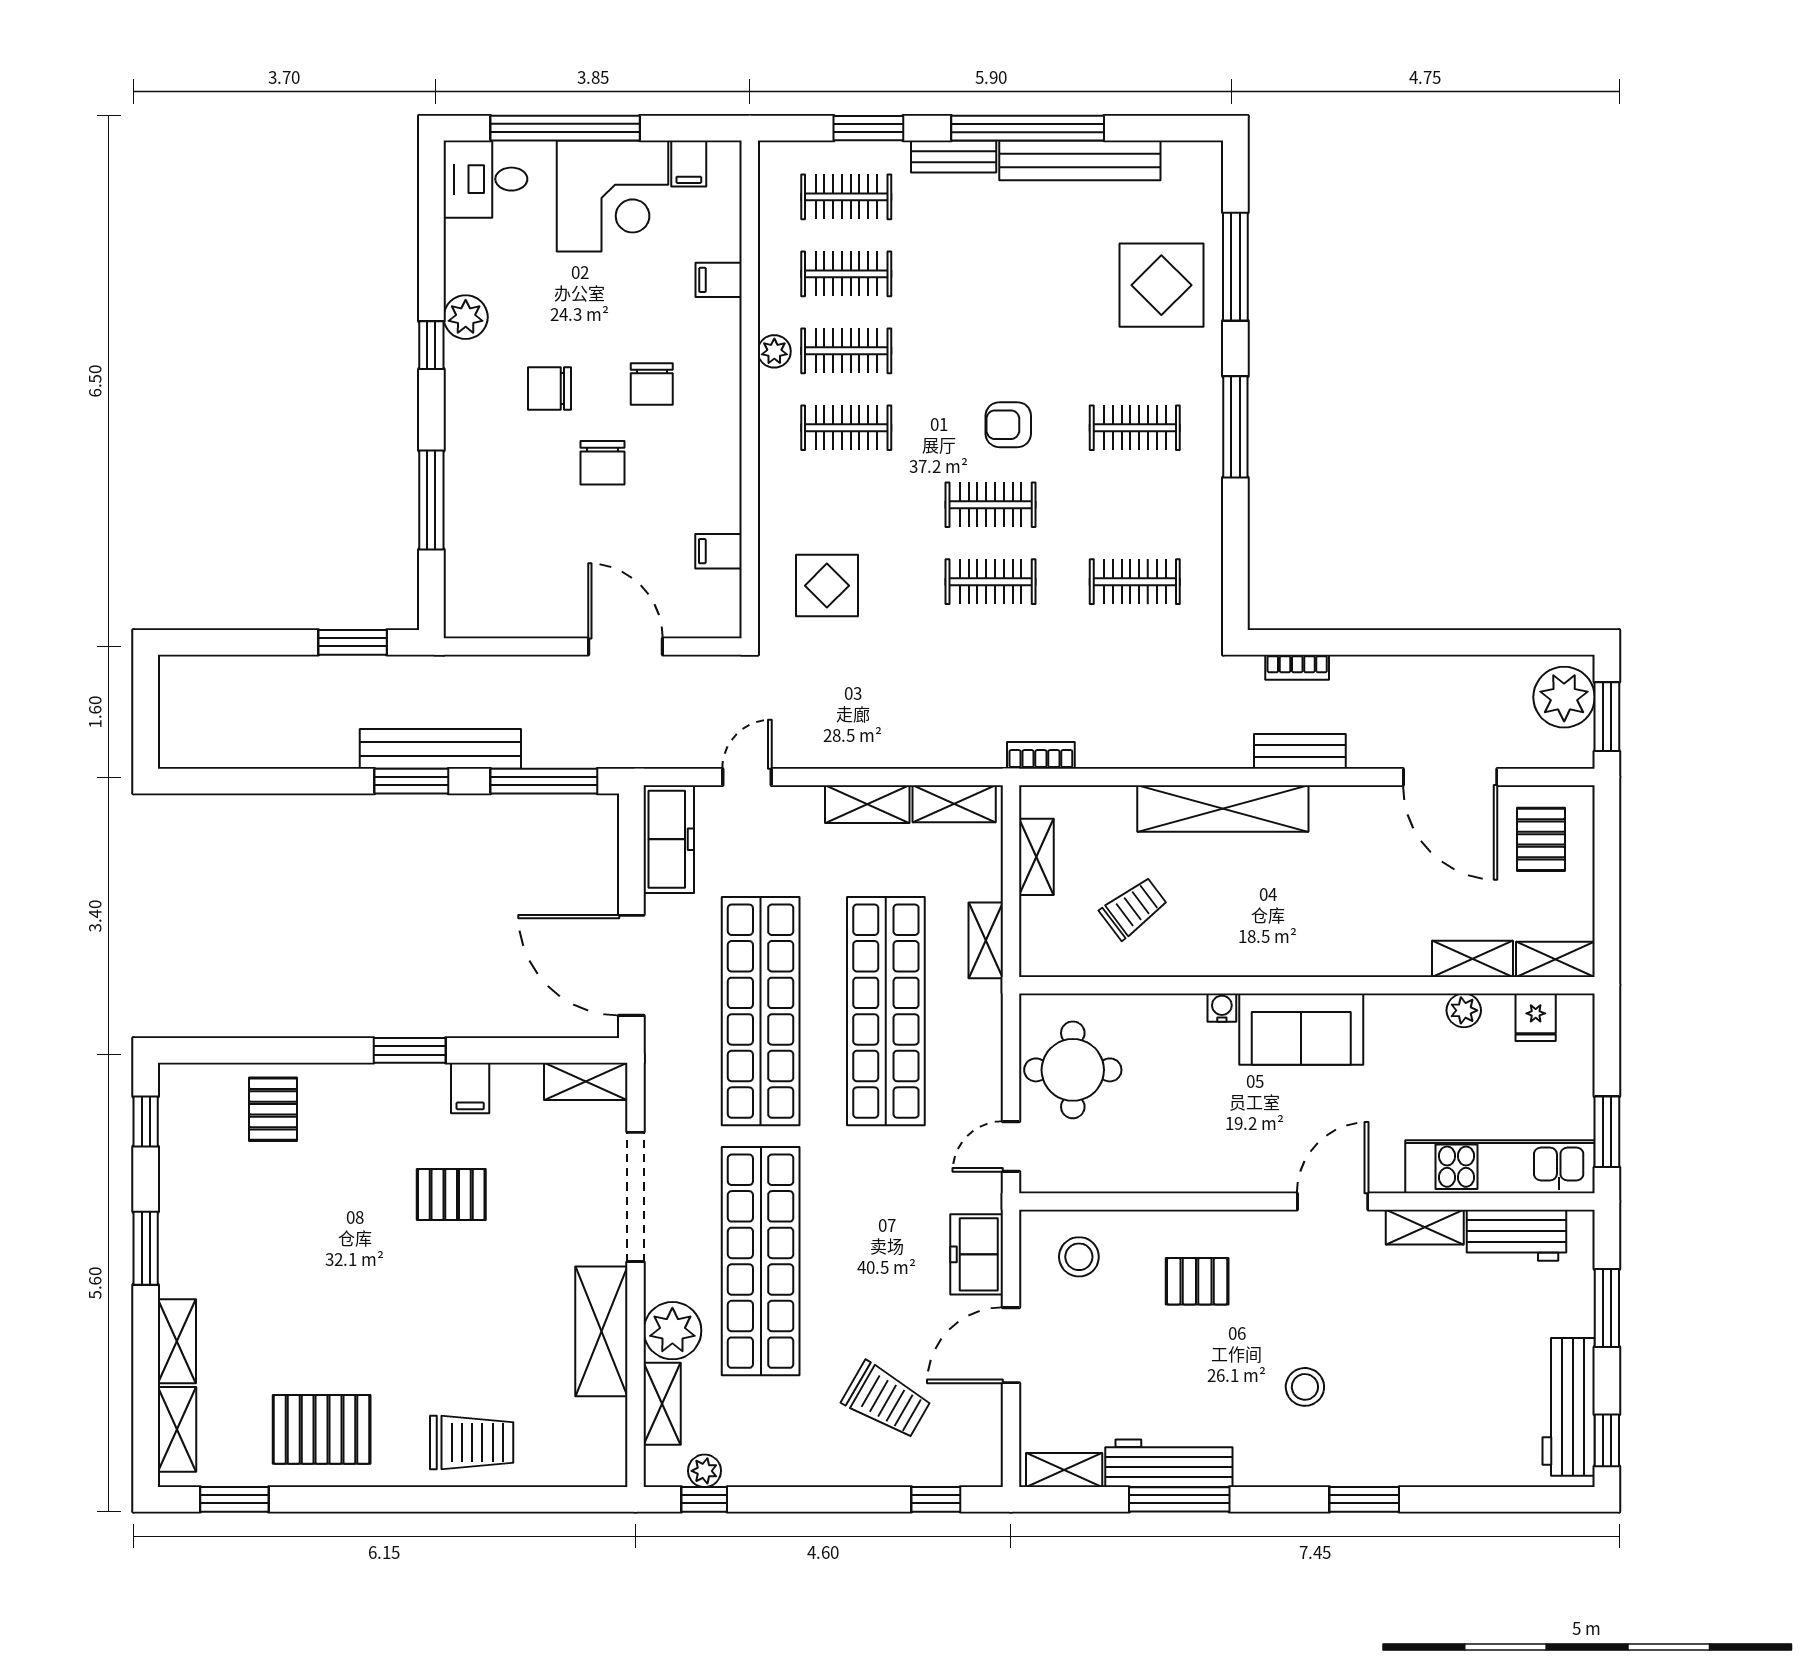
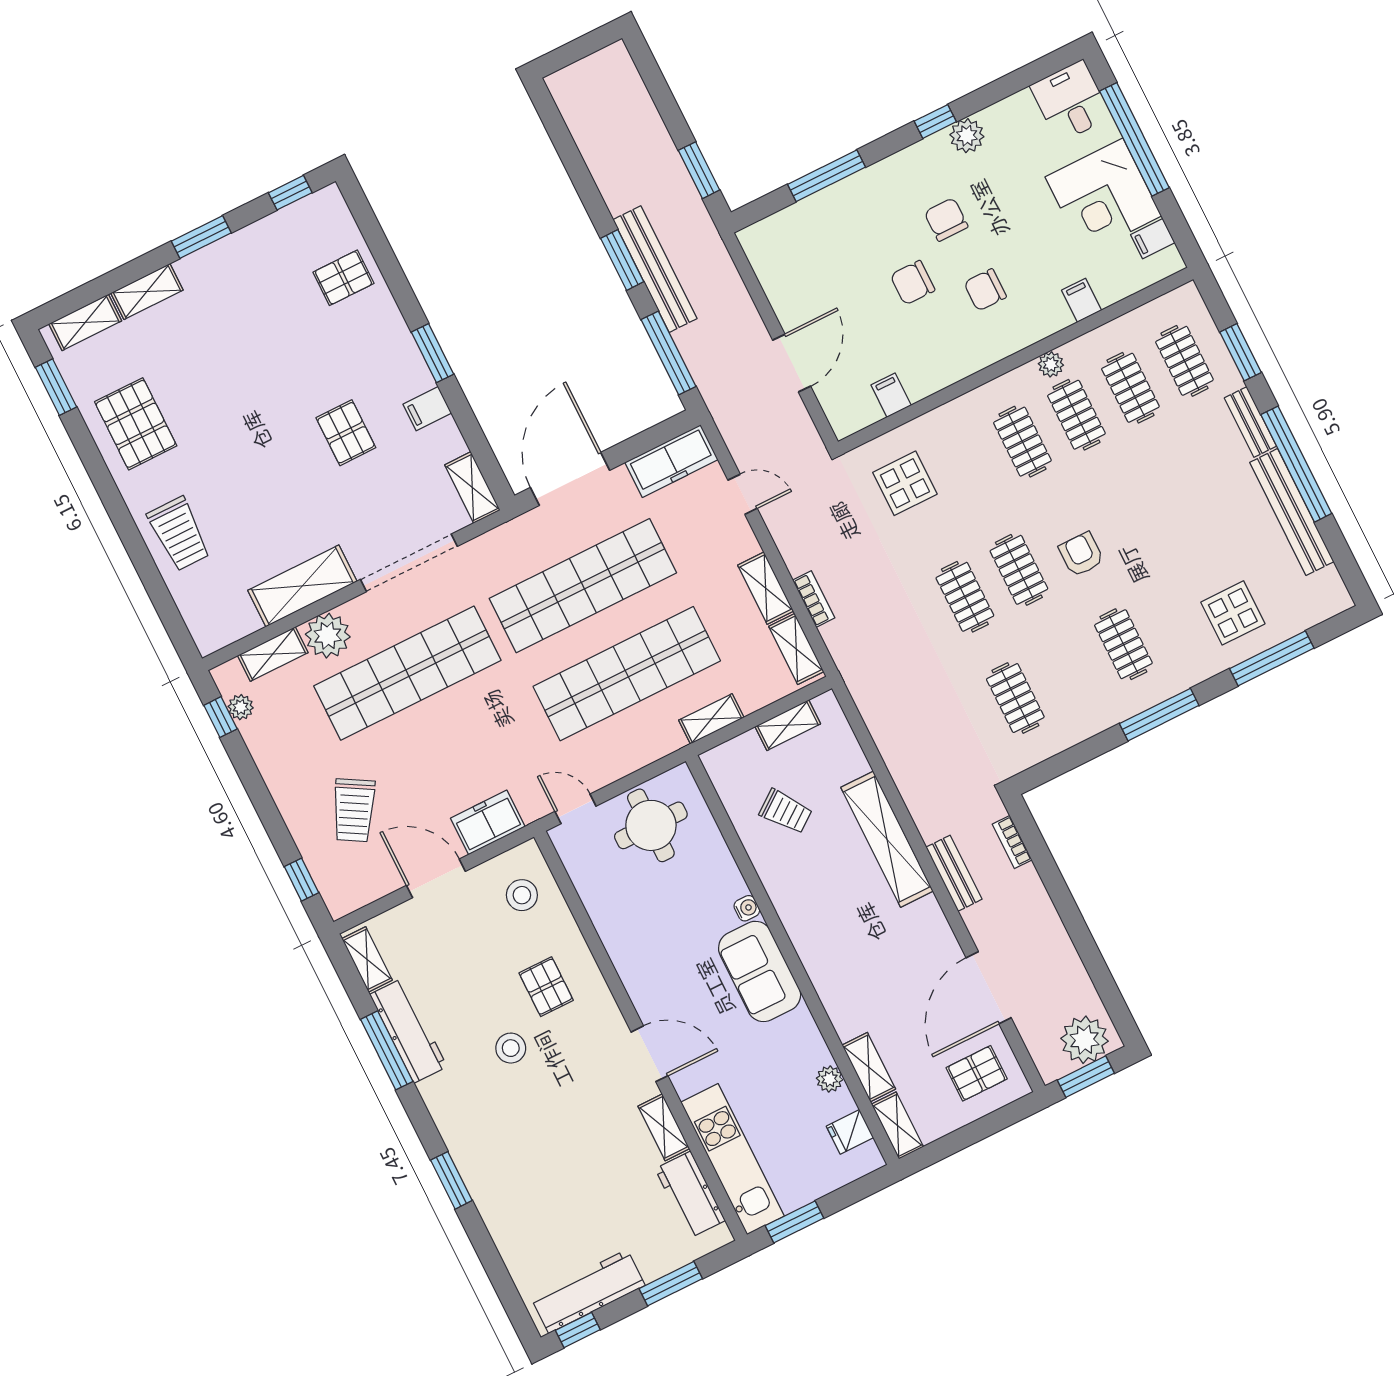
display table: (1161, 285) -> (1233, 613), width x0.73, depth x0.73
bookcase: (1041, 755) -> (814, 599), moved
stool: (1305, 1387) -> (511, 1048), moved

